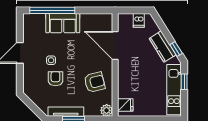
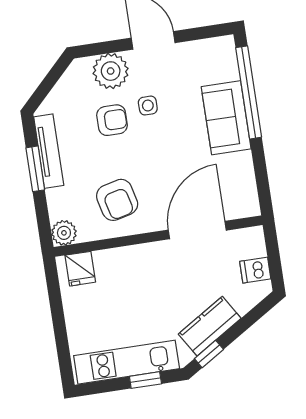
plant: (32, 76) -> (111, 71), added

